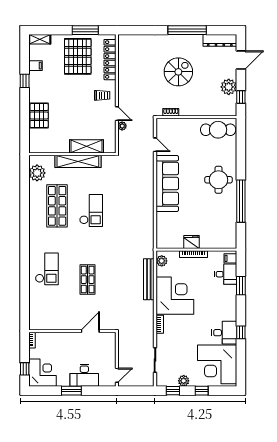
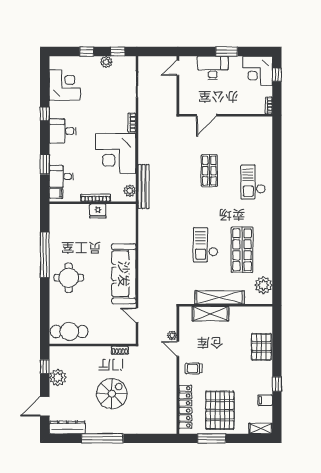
spiral stairs: (178, 72) -> (112, 394), turned 180
bench: (149, 279) -> (144, 186), moved
desk: (224, 333) -> (63, 131), moved
corner desk: (217, 364) -> (65, 85), width x0.74, depth x0.74

